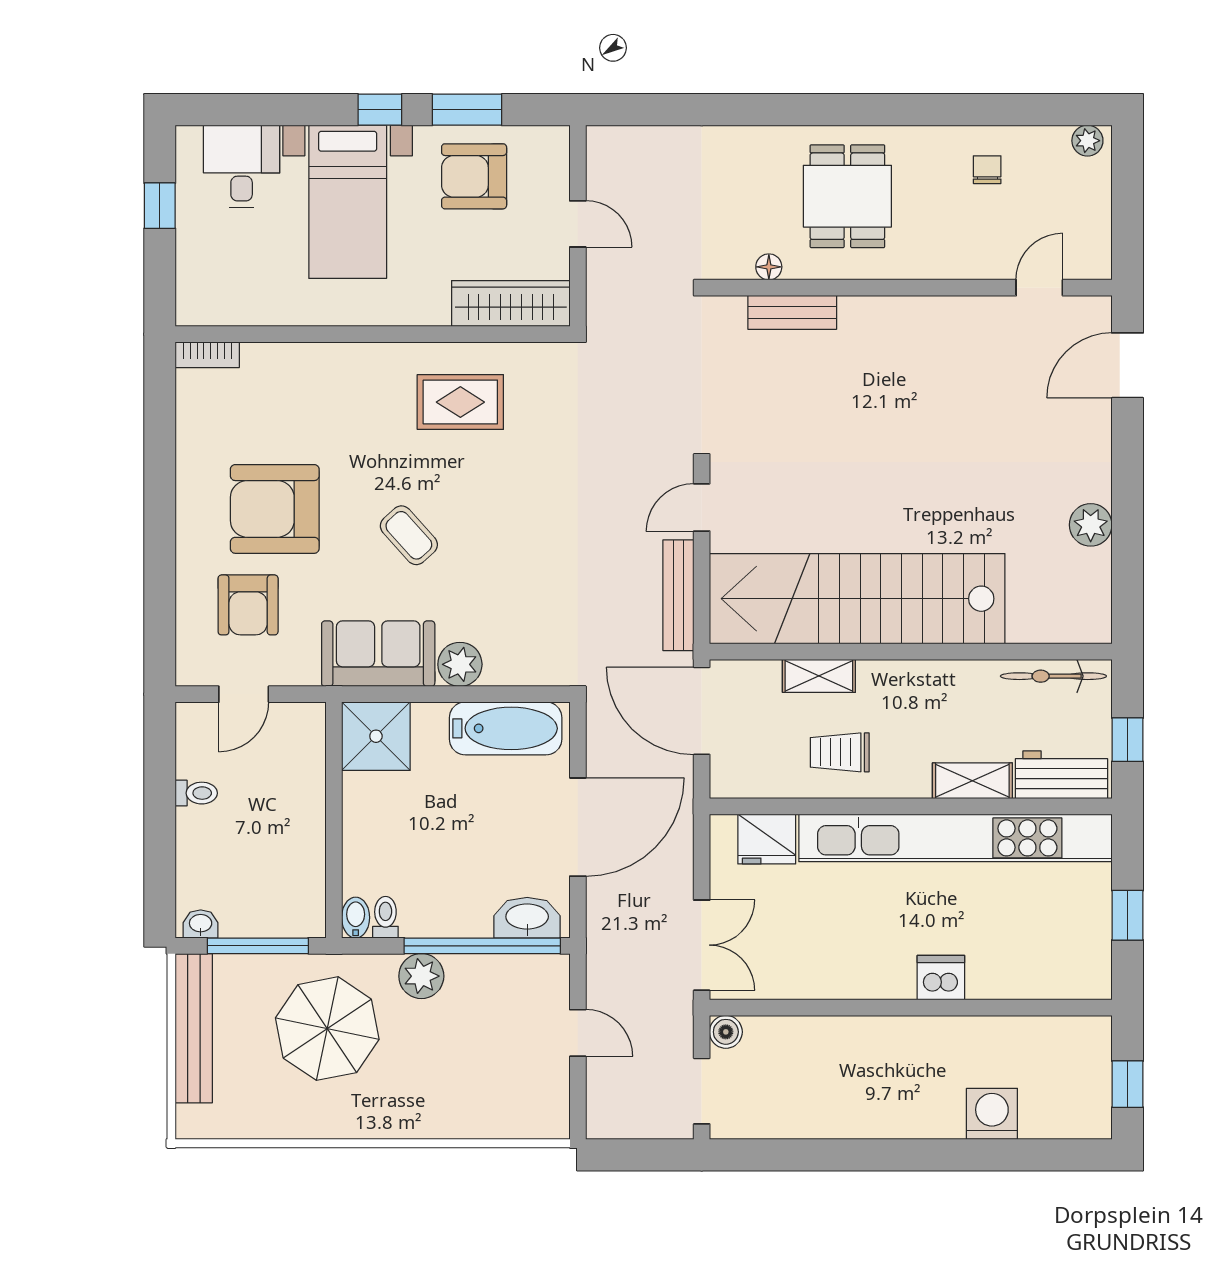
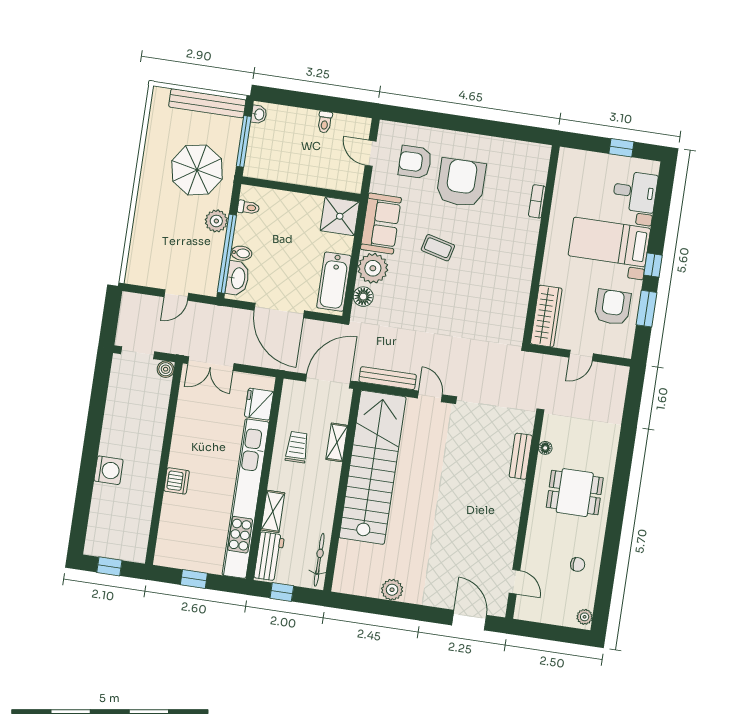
bookcase: (207, 355) -> (537, 201), moved
rug: (460, 402) -> (501, 283), removed
coffee table: (409, 535) -> (438, 248), turned 56
plant: (460, 664) -> (373, 268), width x1.36, depth x1.36
floor lamp: (526, 667) -> (363, 297), added
bidet: (356, 918) -> (241, 253), moved
washing machine: (992, 1114) -> (109, 470), moved

